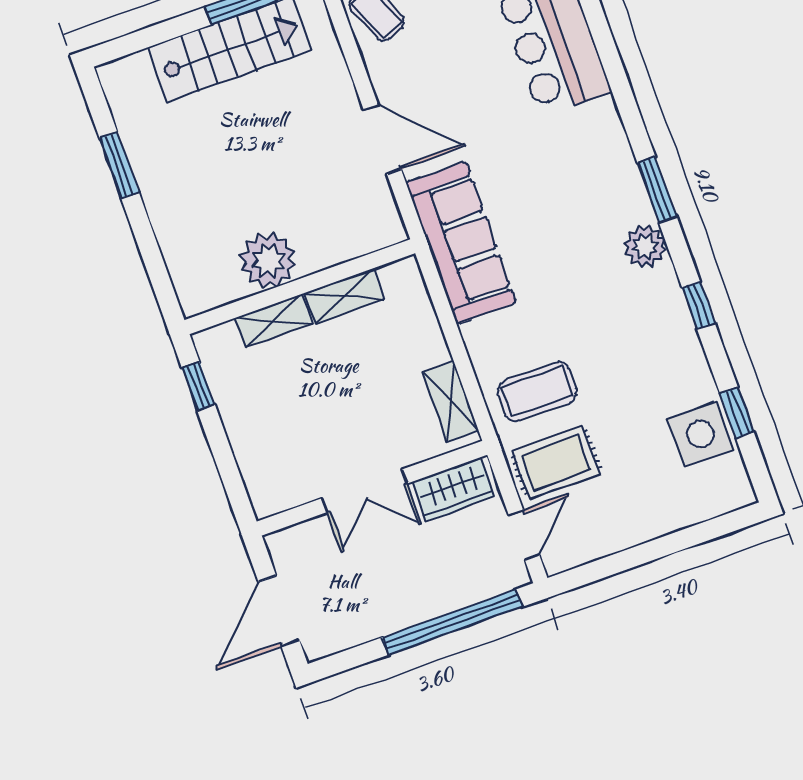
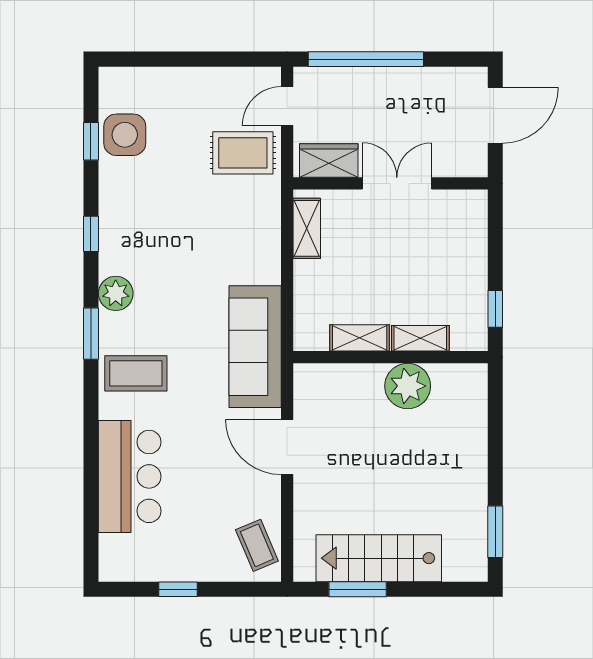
window: (119, 165) -> (495, 532), moved
coffee table: (537, 392) -> (136, 373), moved

